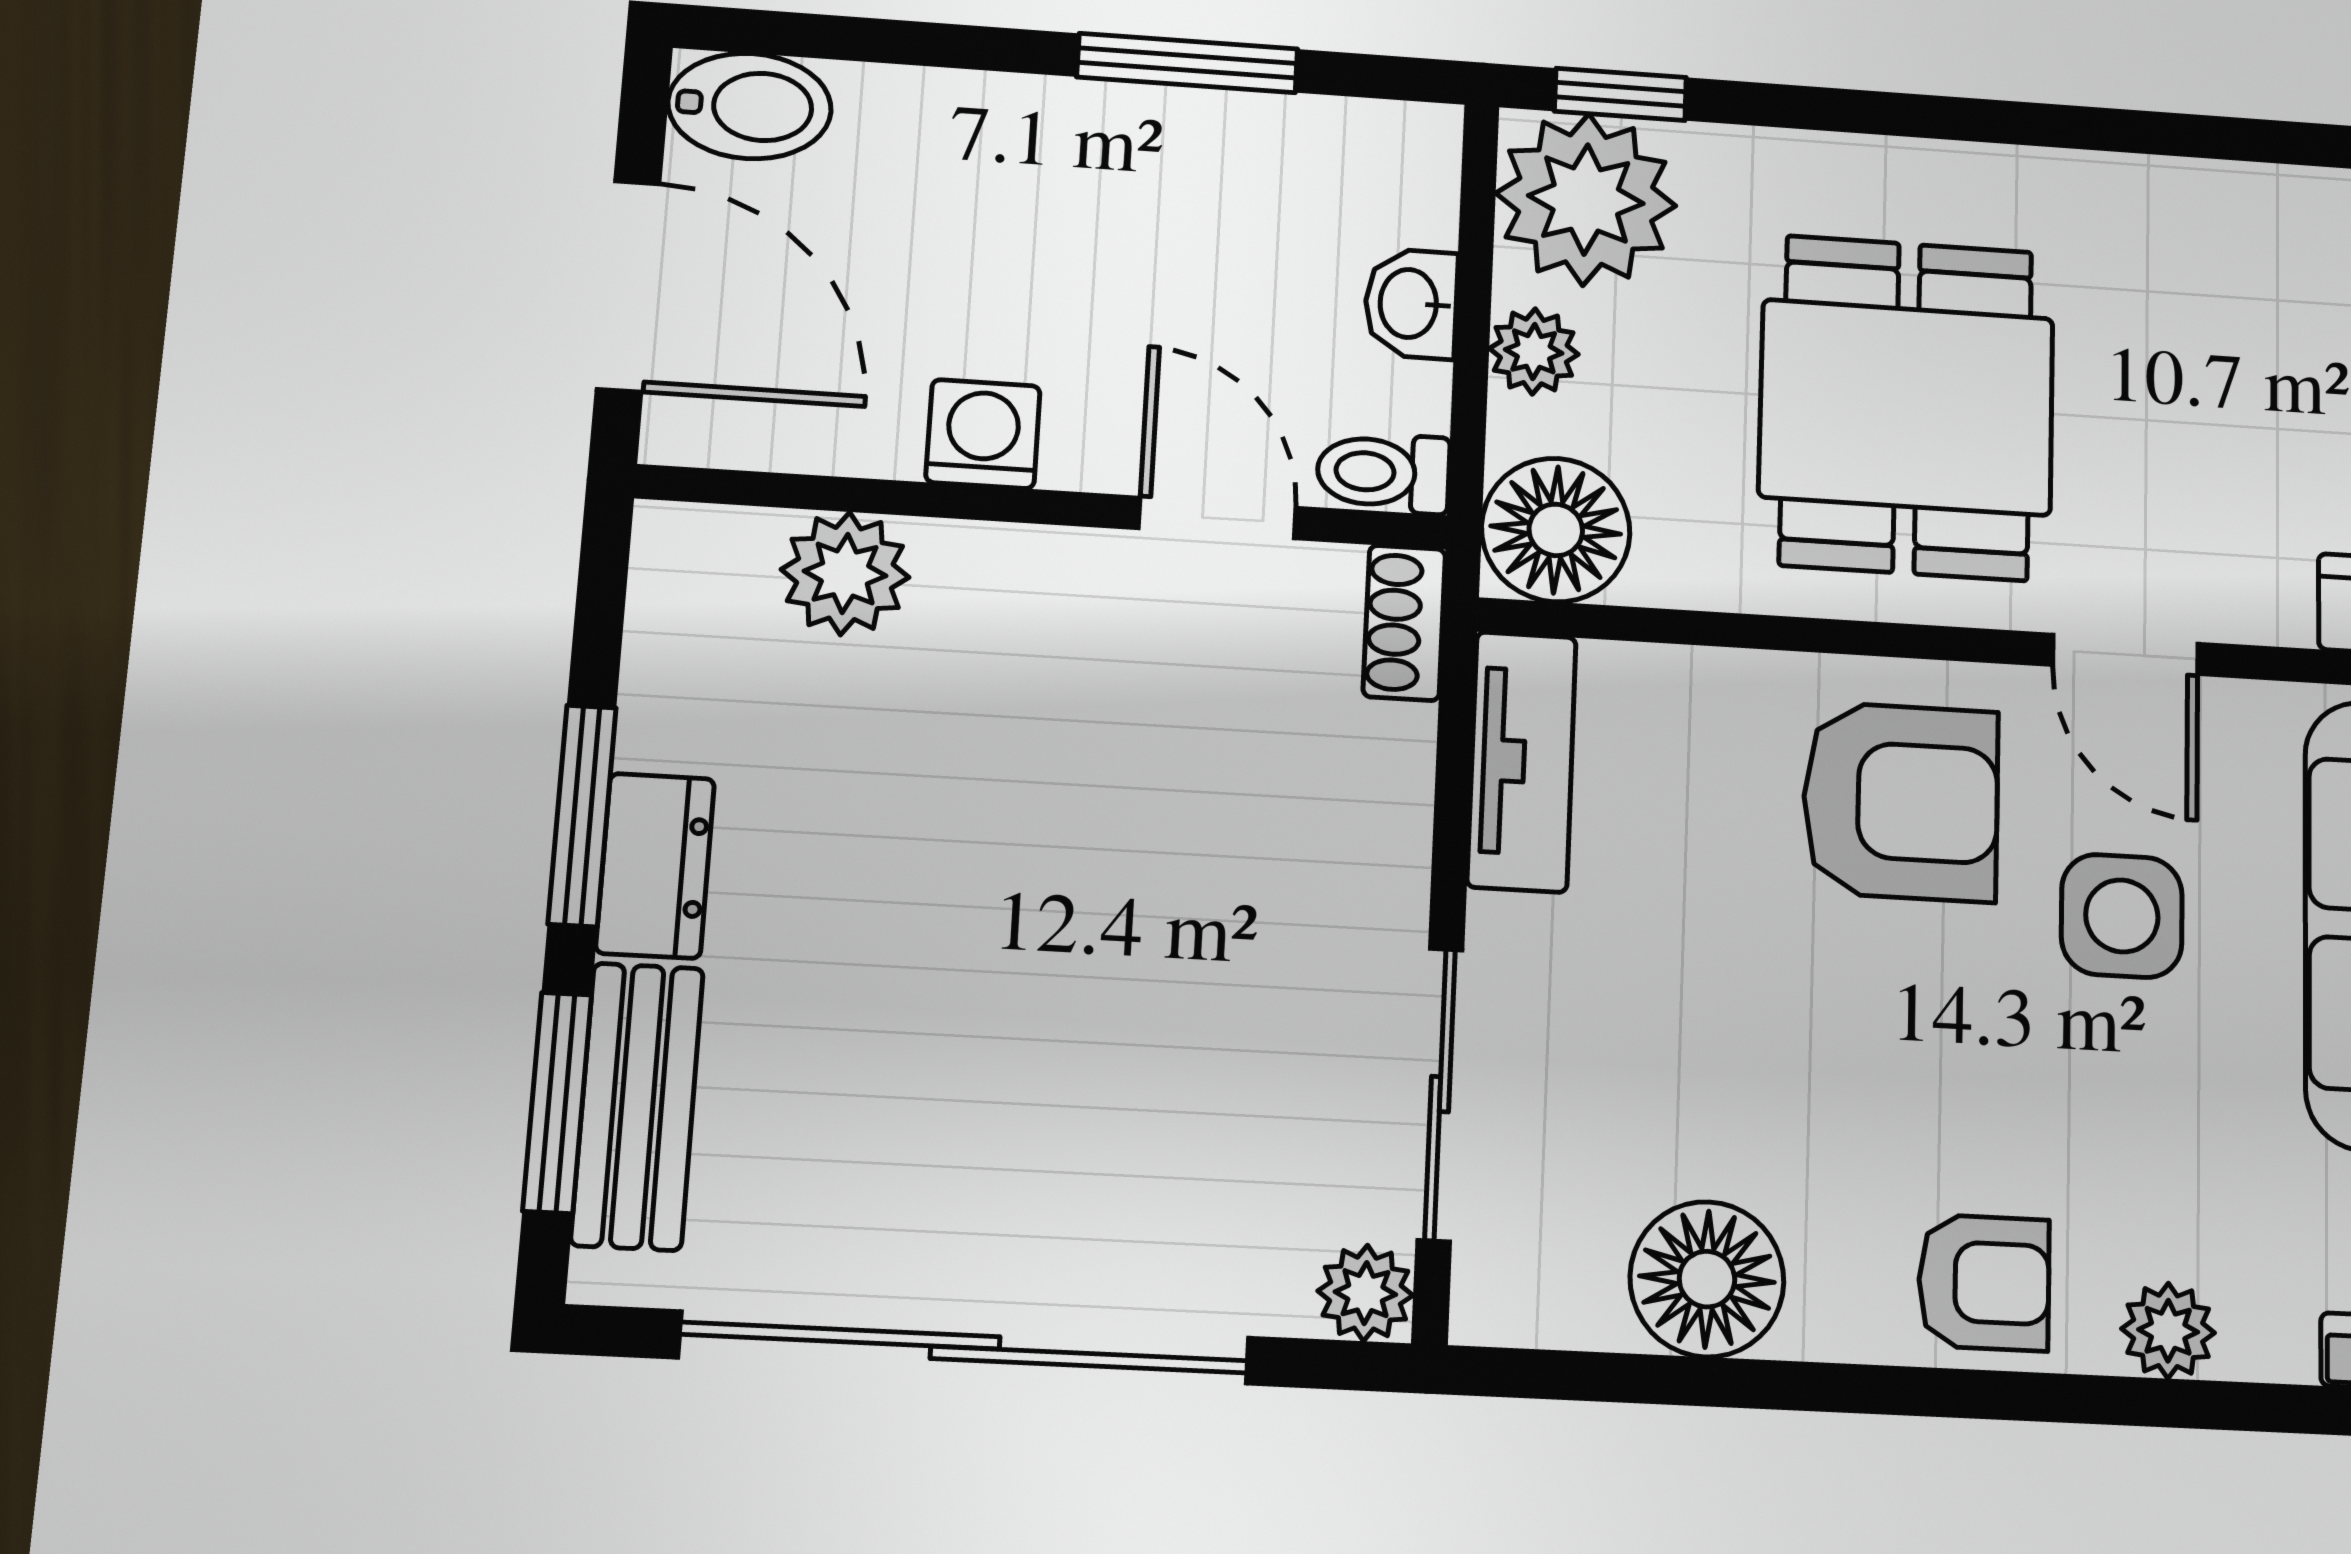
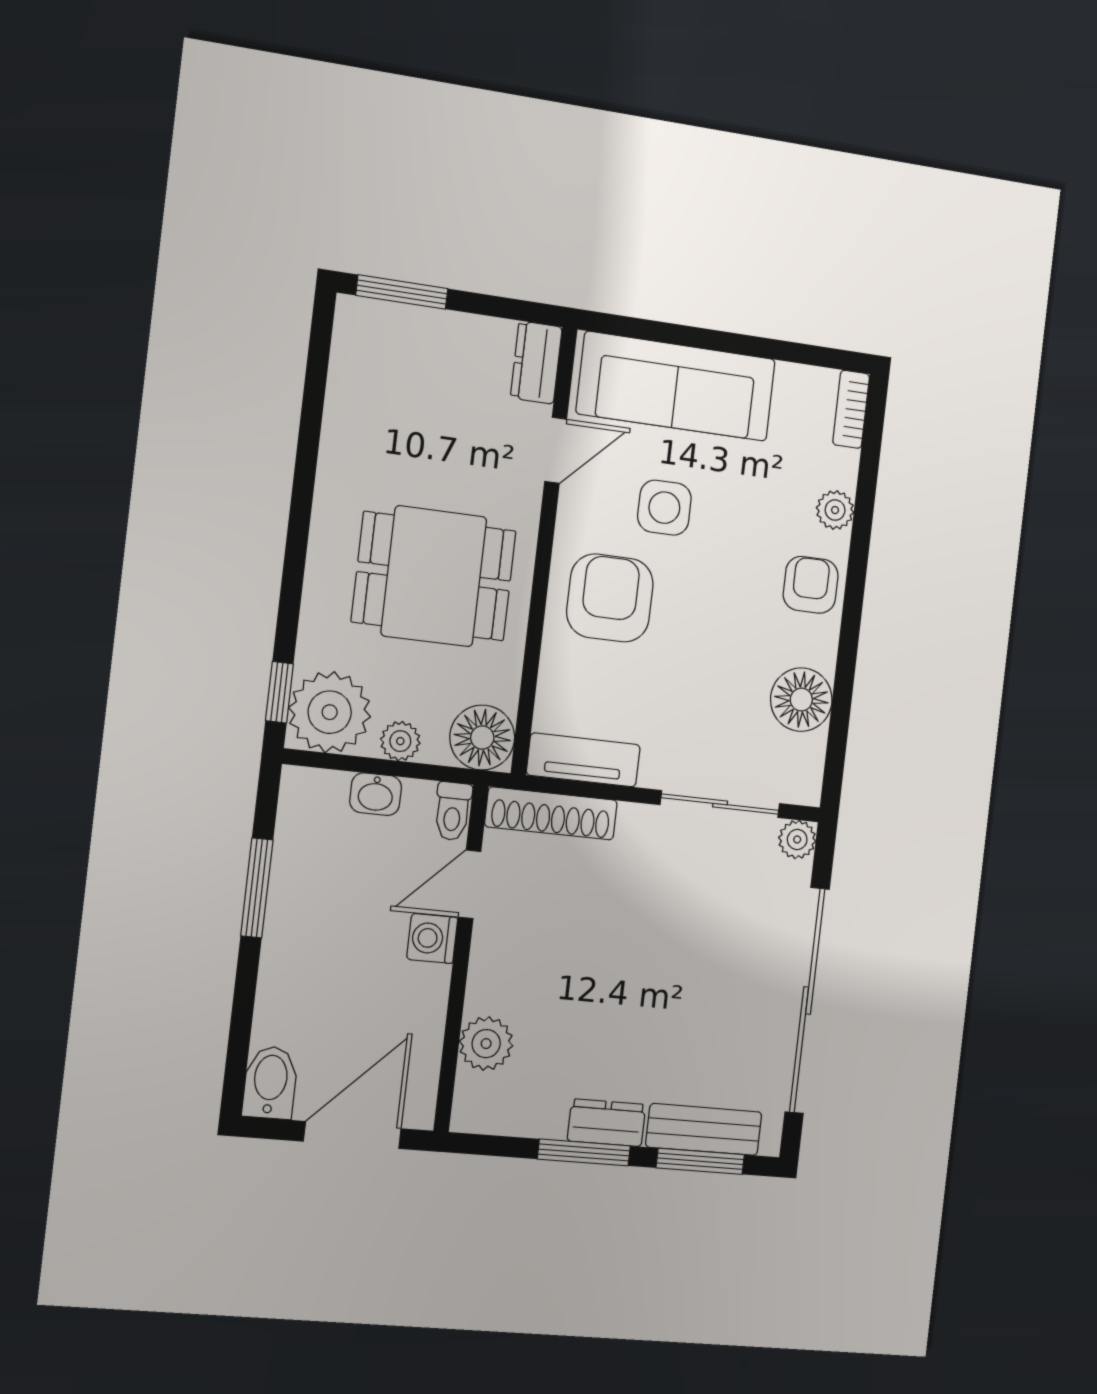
washing machine: (983, 434) -> (432, 938), moved
shoe rack: (1404, 623) -> (551, 813), width x1.94, depth x1.24
door: (2125, 654) -> (556, 450), moved

